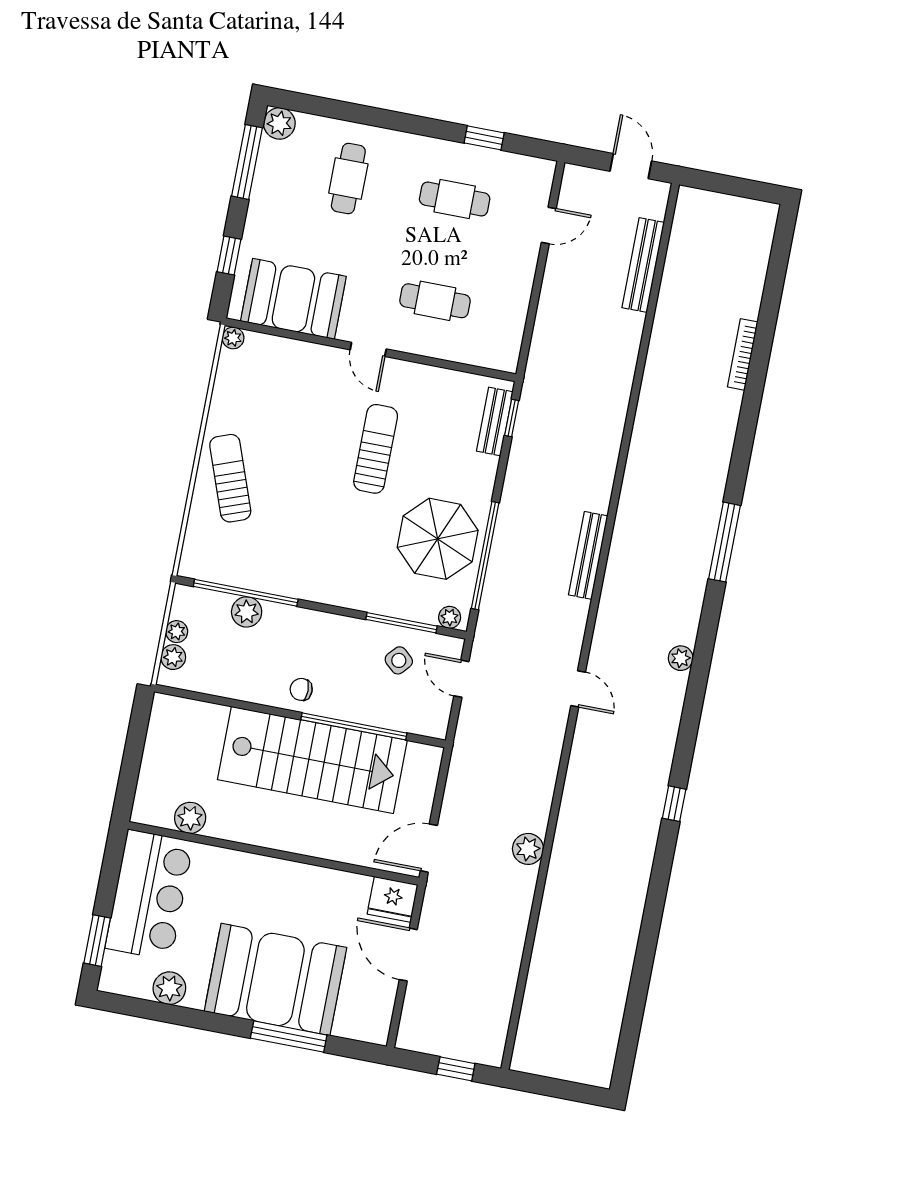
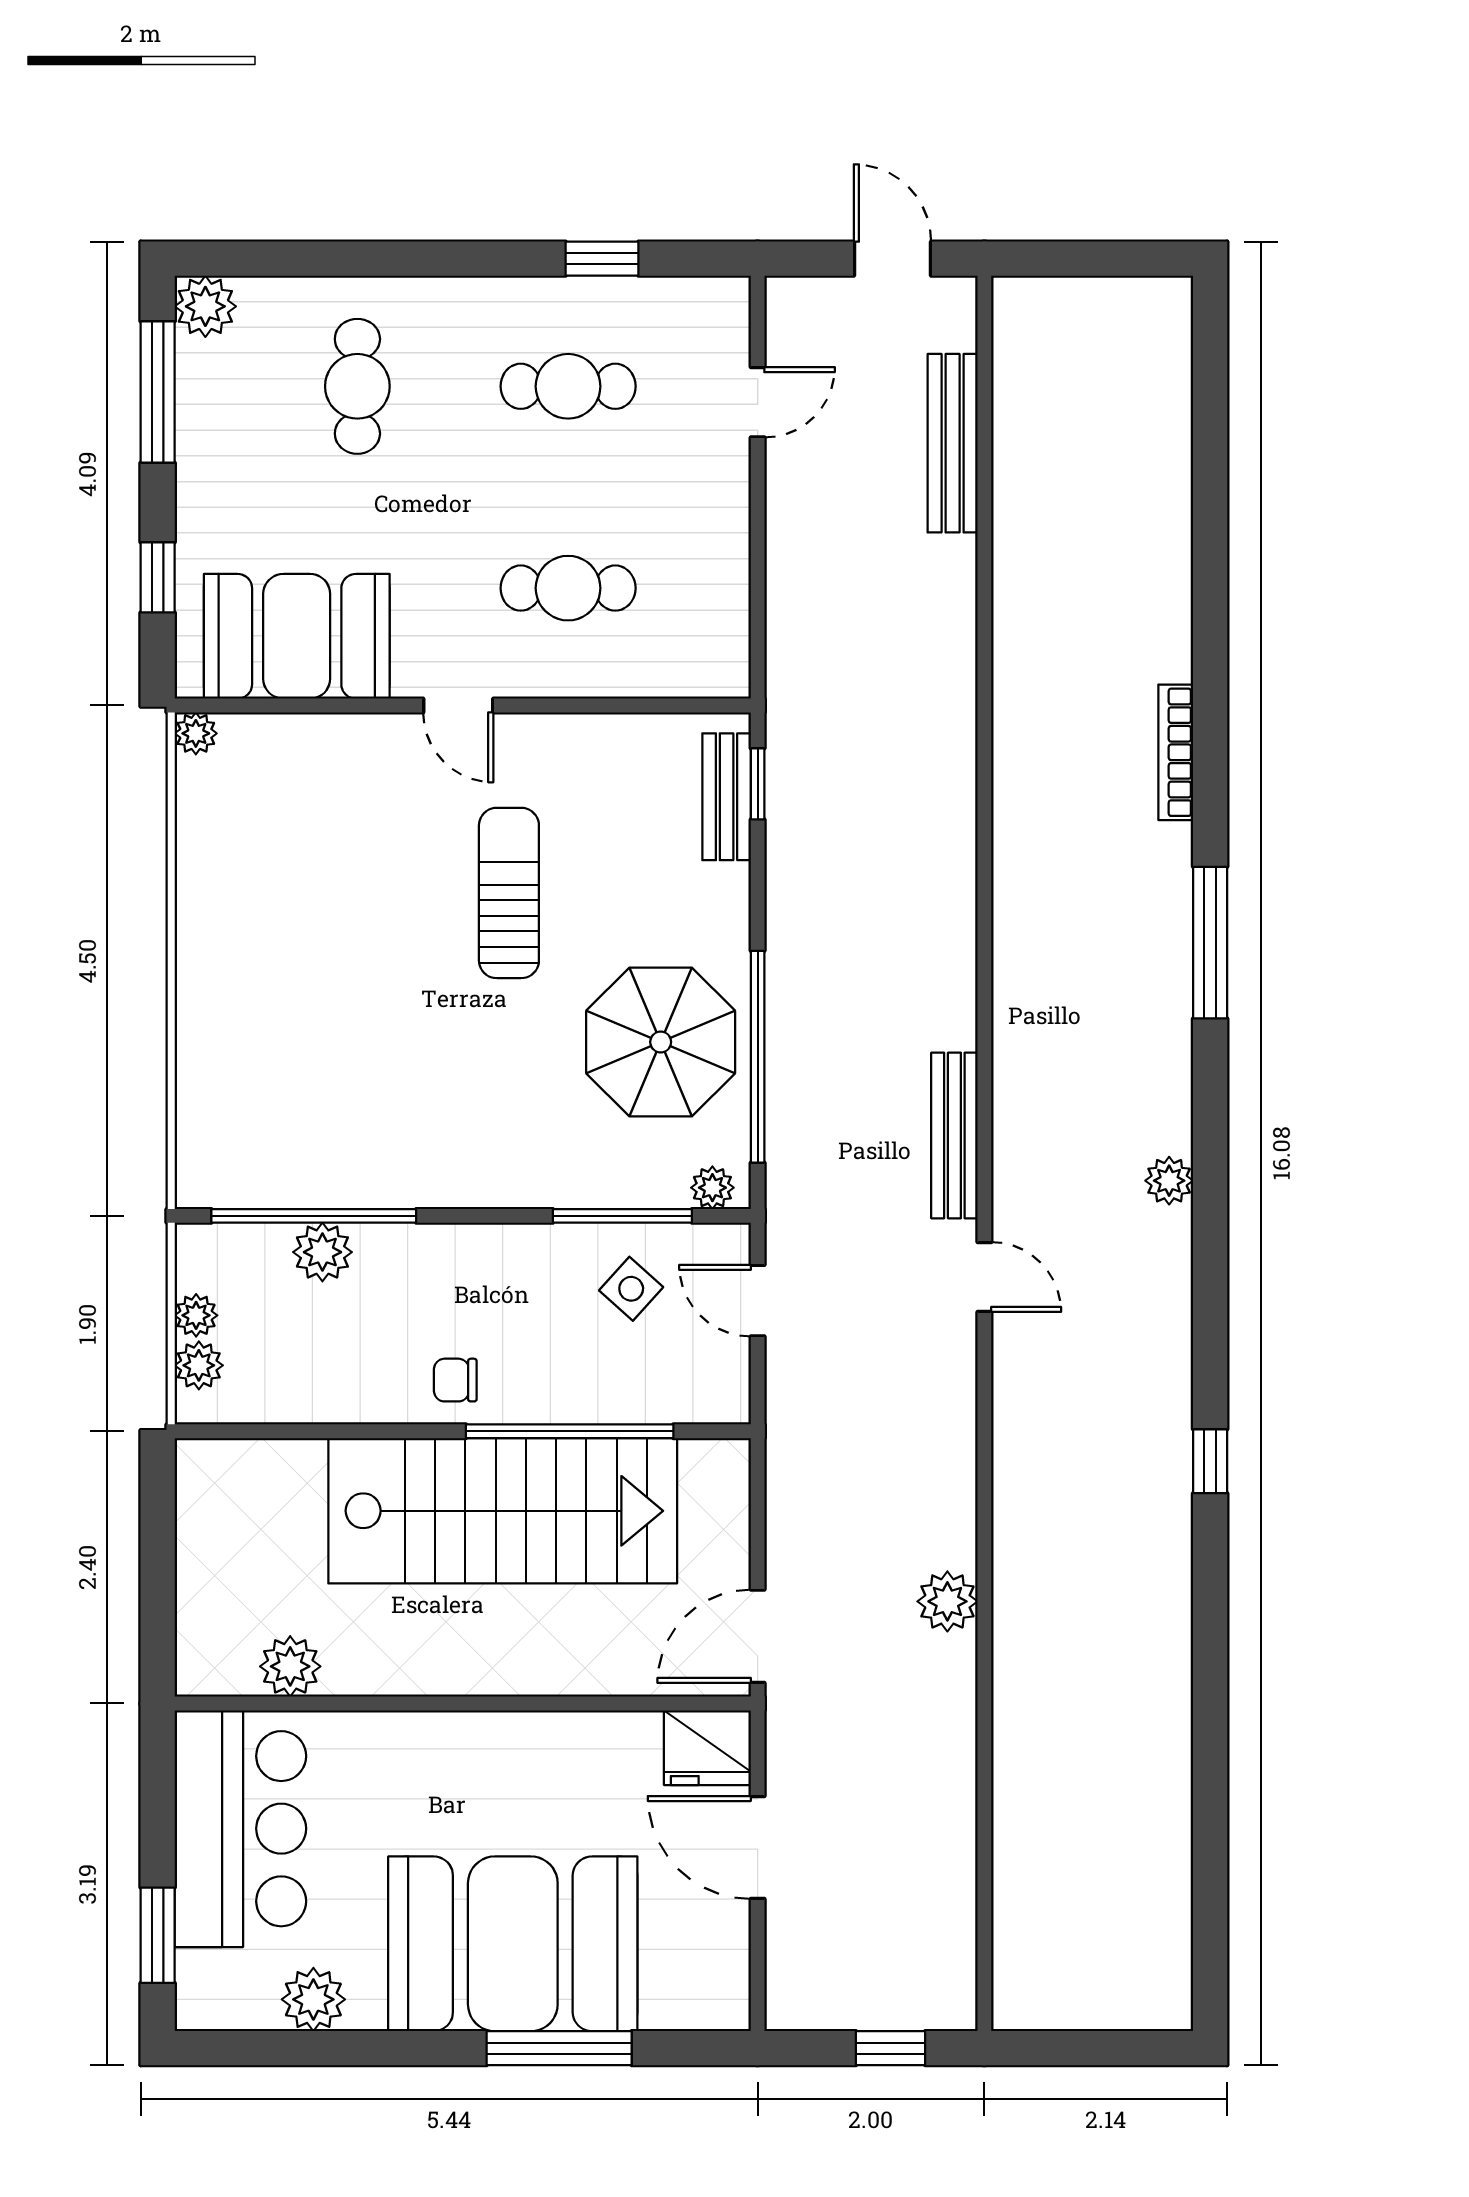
bookcase: (743, 354) -> (1176, 752), moved
sun lounger: (230, 478) -> (242, 1002), removed
bench: (588, 555) -> (954, 1135), moved

